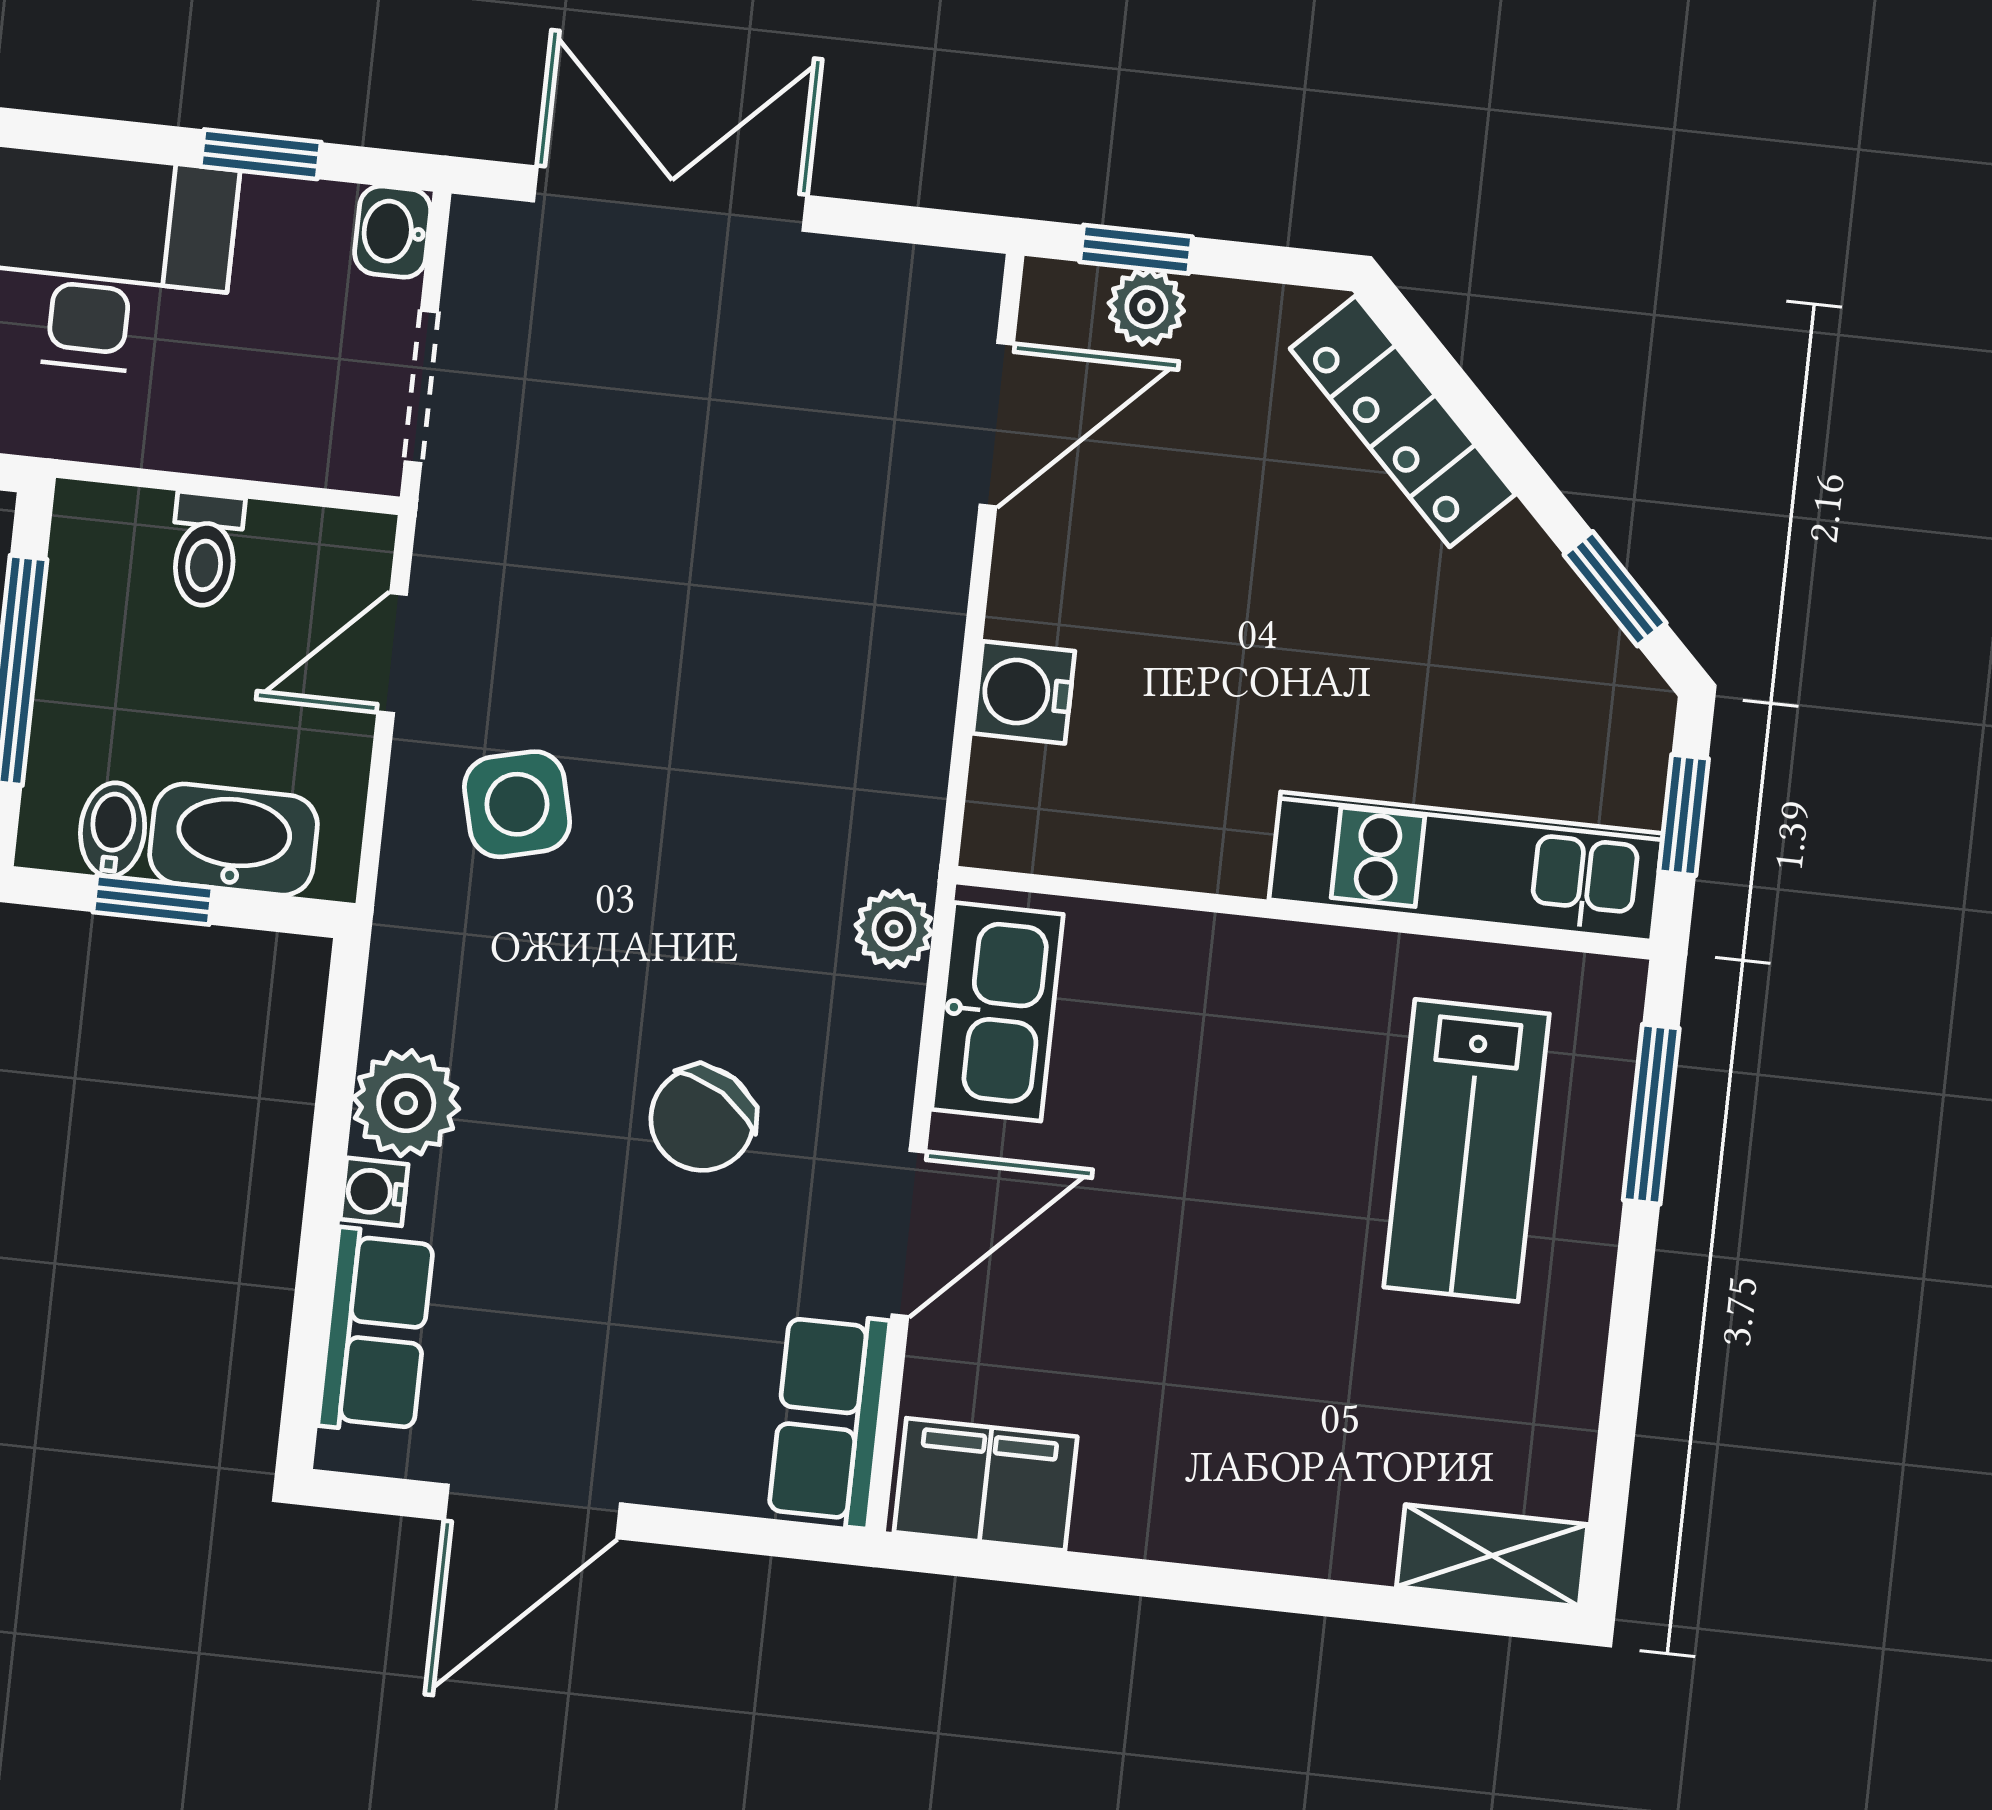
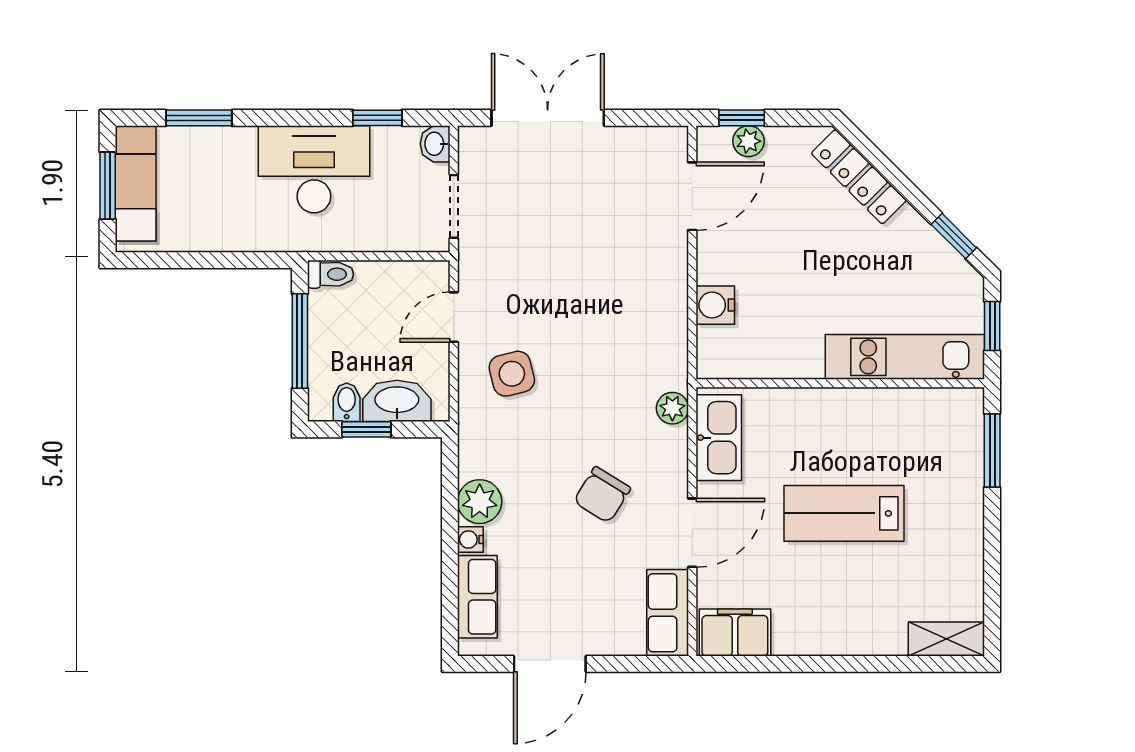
toilet: (206, 550) -> (331, 274), moved, turned -90
lab bench: (1467, 1150) -> (844, 513), moved, turned 90

